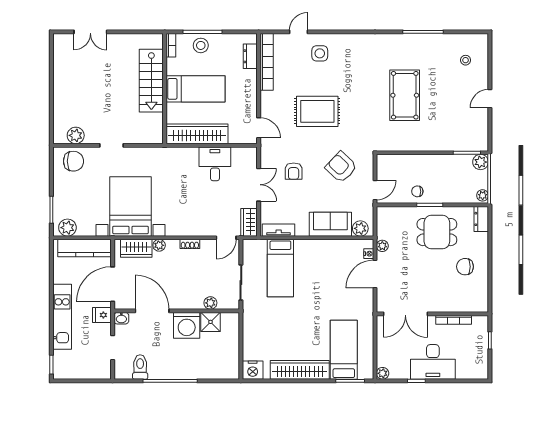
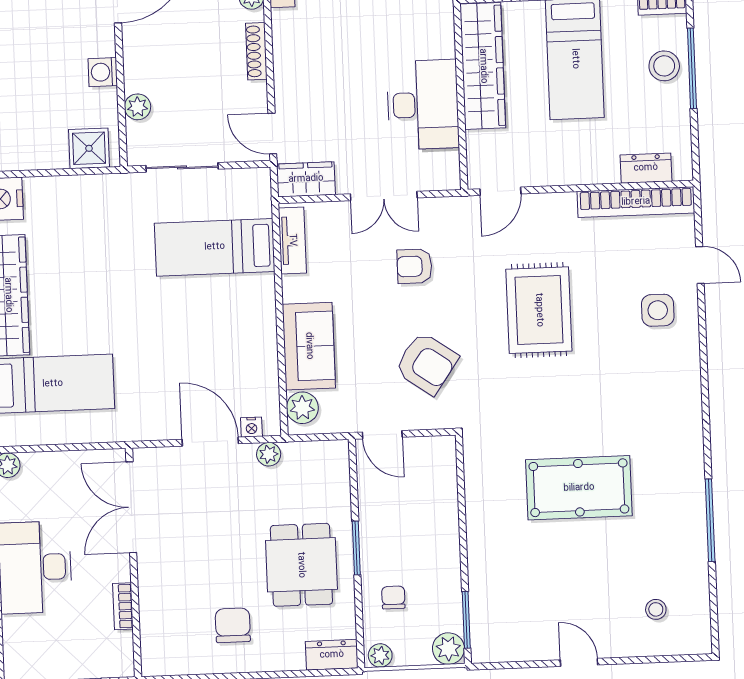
desk: (215, 164) -> (423, 105), width x1.37
armchair: (341, 167) -> (426, 363), turned 82
chair: (417, 191) -> (393, 597), moved
shoe rack: (190, 244) -> (256, 51), width x1.43
bookcase: (454, 320) -> (123, 606), width x0.64
shower: (211, 322) -> (89, 148), moved
washing machine: (187, 325) -> (103, 72), width x0.53, depth x0.53

